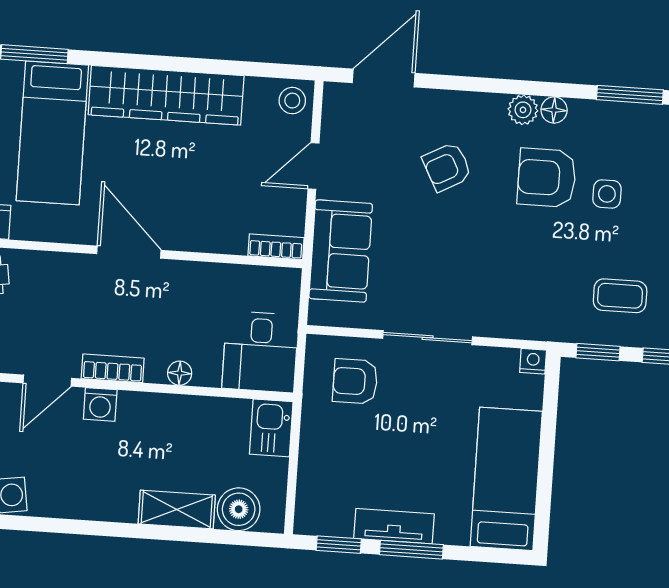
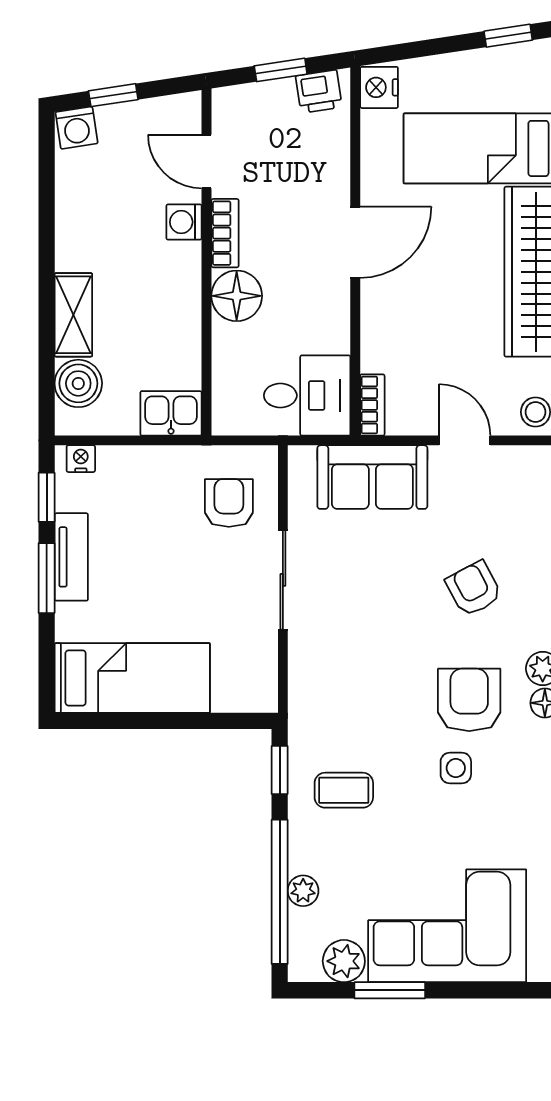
coffee table: (620, 296) -> (344, 790), turned 90
desk: (260, 352) -> (307, 395), moved, turned 180
nightstand: (533, 361) -> (81, 459), moved, turned -90
floor lamp: (180, 373) -> (237, 296), width x1.89, depth x1.89

